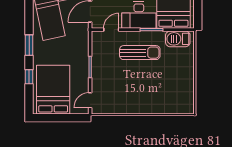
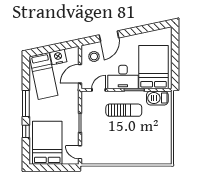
window: (29, 45) -> (26, 104), width x1.44
door: (90, 100) -> (80, 152), hinge flipped

